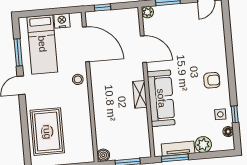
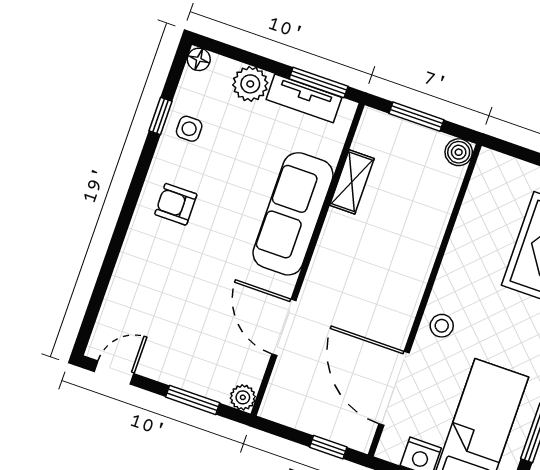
shelving: (140, 94) -> (352, 182), moved
floor lamp: (228, 132) -> (199, 59), moved

